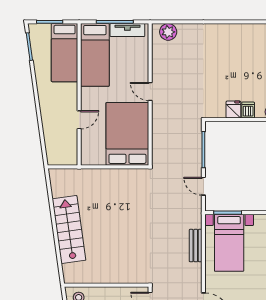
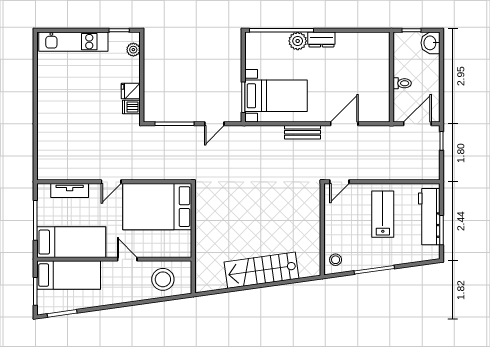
tv unit: (127, 30) -> (70, 191), moved, turned 90
plant: (168, 32) -> (46, 162), removed
dishwasher: (248, 110) -> (131, 107), moved
door: (79, 120) -> (127, 259), moved
stool: (61, 139) -> (163, 279), added
bench: (196, 246) -> (303, 132), moved

